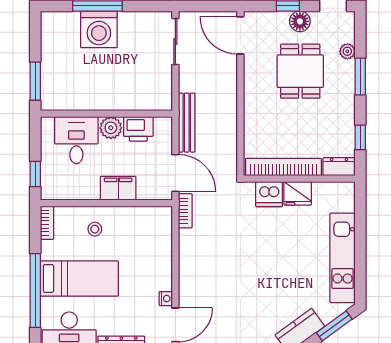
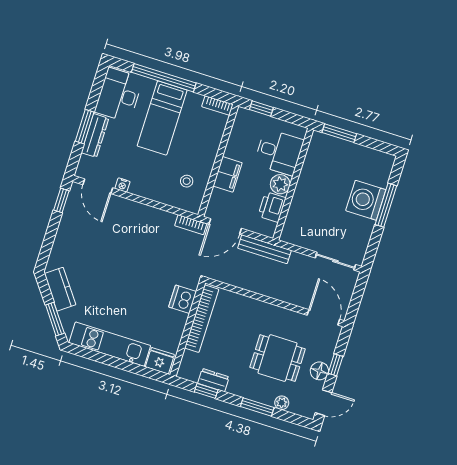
door: (240, 35) -> (323, 317), hinge flipped
dresser: (339, 167) -> (213, 380), moved, turned -90
fridge: (298, 193) -> (160, 361), moved, turned 90
stool: (95, 229) -> (187, 181), moved

